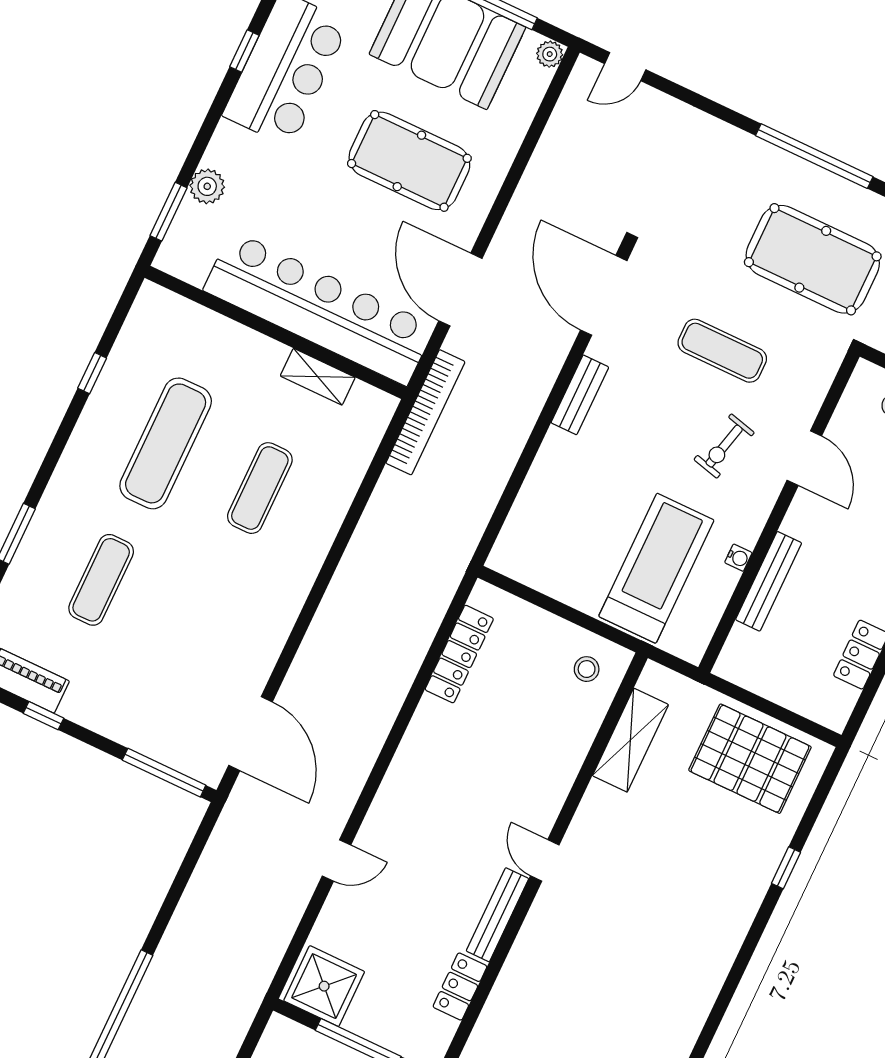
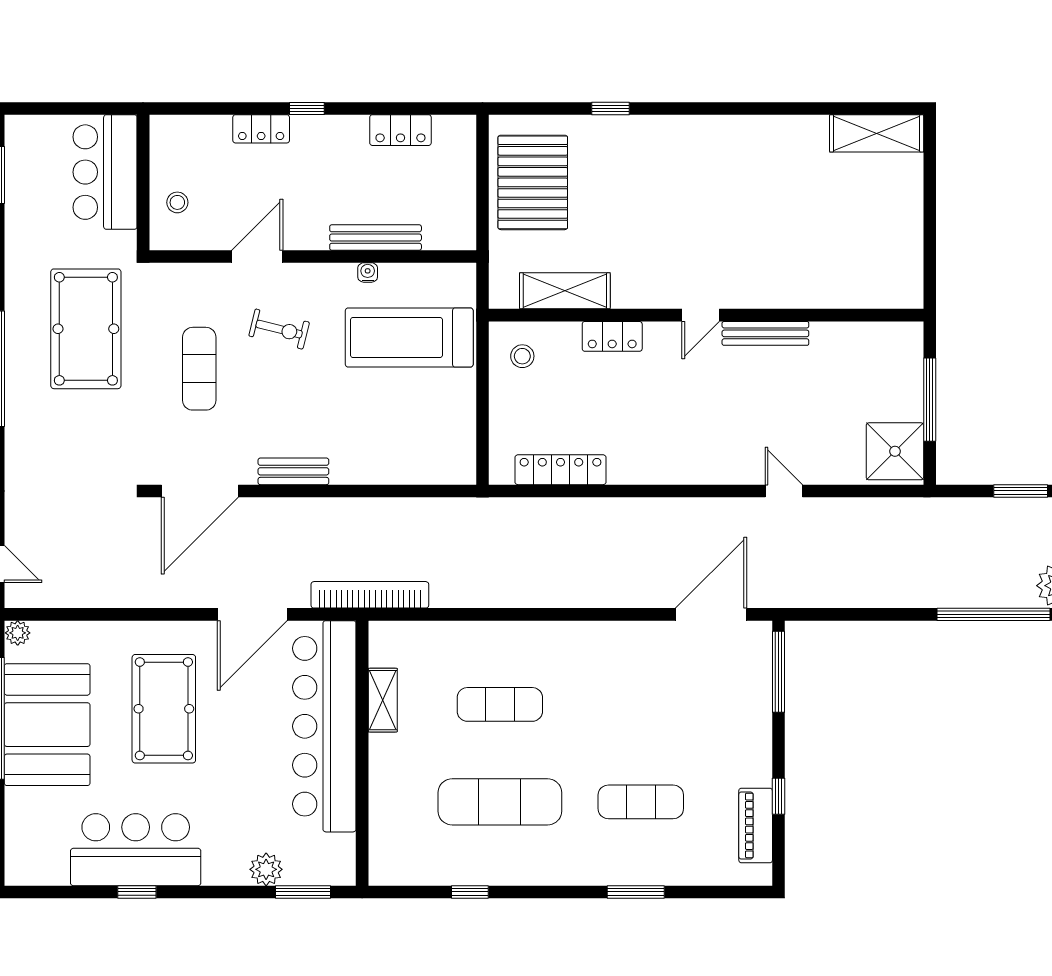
locker: (460, 987) -> (612, 336), moved

